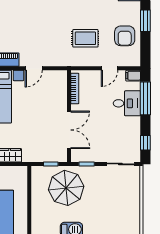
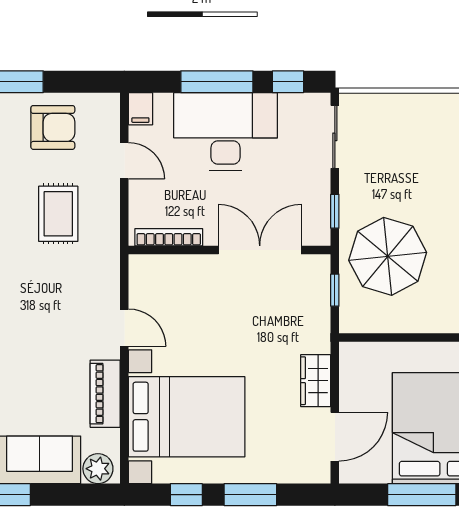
window: (145, 98) -> (217, 82), moved
desk: (127, 103) -> (226, 132), width x1.87, depth x1.30

